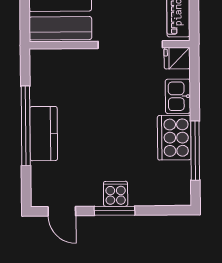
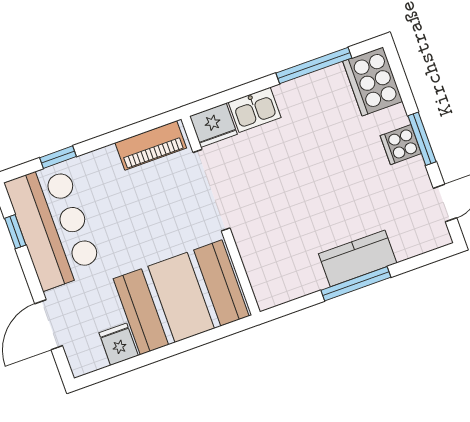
fridge: (177, 58) -> (213, 125), width x1.38
window: (26, 126) -> (356, 284), width x0.68
cooker: (174, 138) -> (373, 81), moved, turned 90

